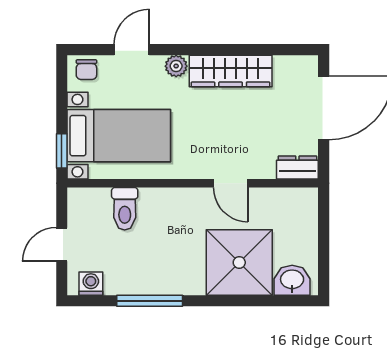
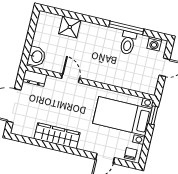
plant: (176, 66) -> (84, 145), removed
toilet: (125, 209) -> (128, 43), moved, turned 180
shower: (239, 262) -> (70, 27), width x0.54, depth x0.54
washbasin: (292, 280) -> (36, 57), moved, turned -90

